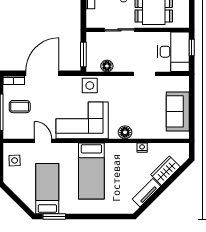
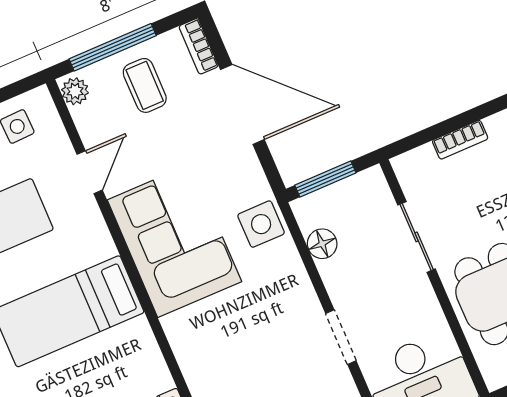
floor lamp: (125, 132) -> (189, 350), removed
plant: (11, 133) -> (75, 91), added

